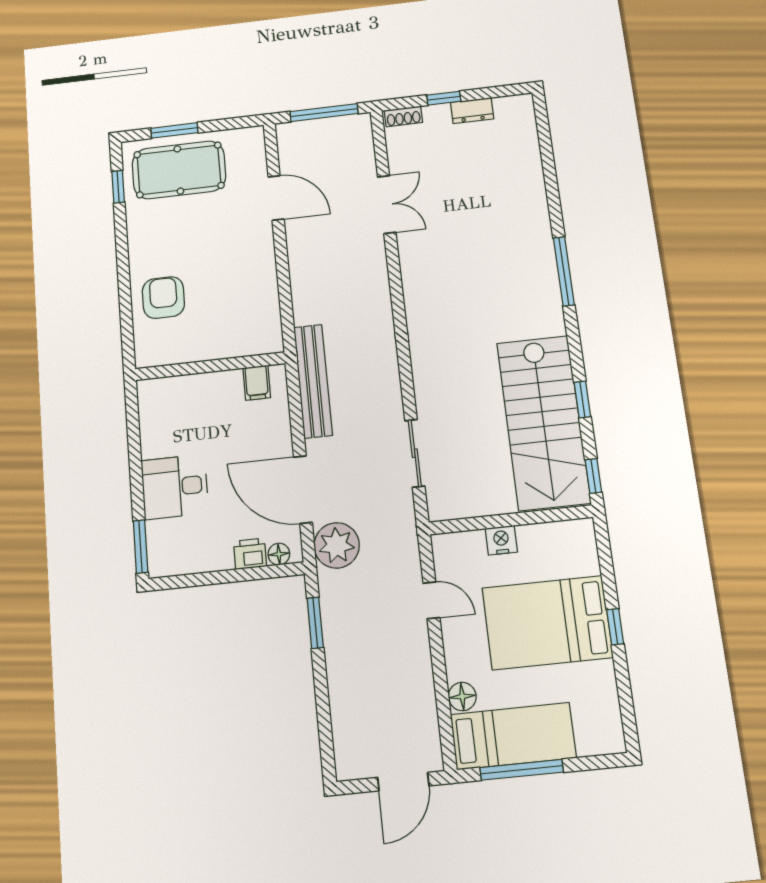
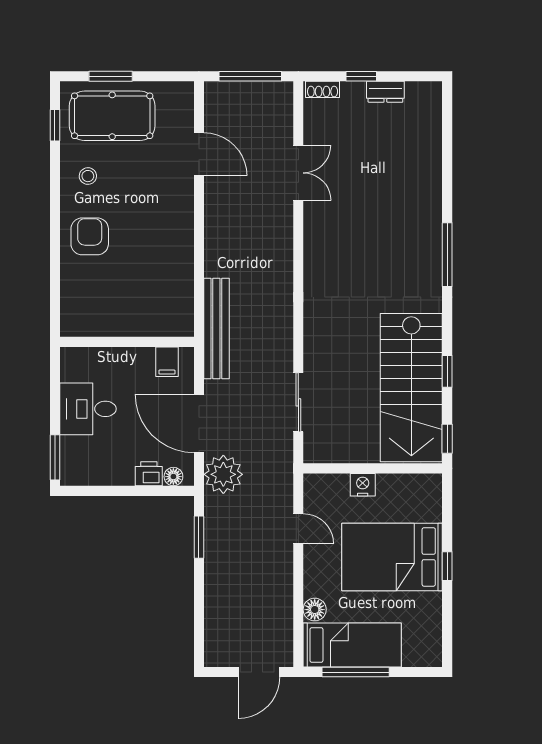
stool: (157, 235) -> (88, 176), added
wall: (210, 366) -> (127, 342), moved
filing cabinet: (257, 383) -> (167, 362), moved

